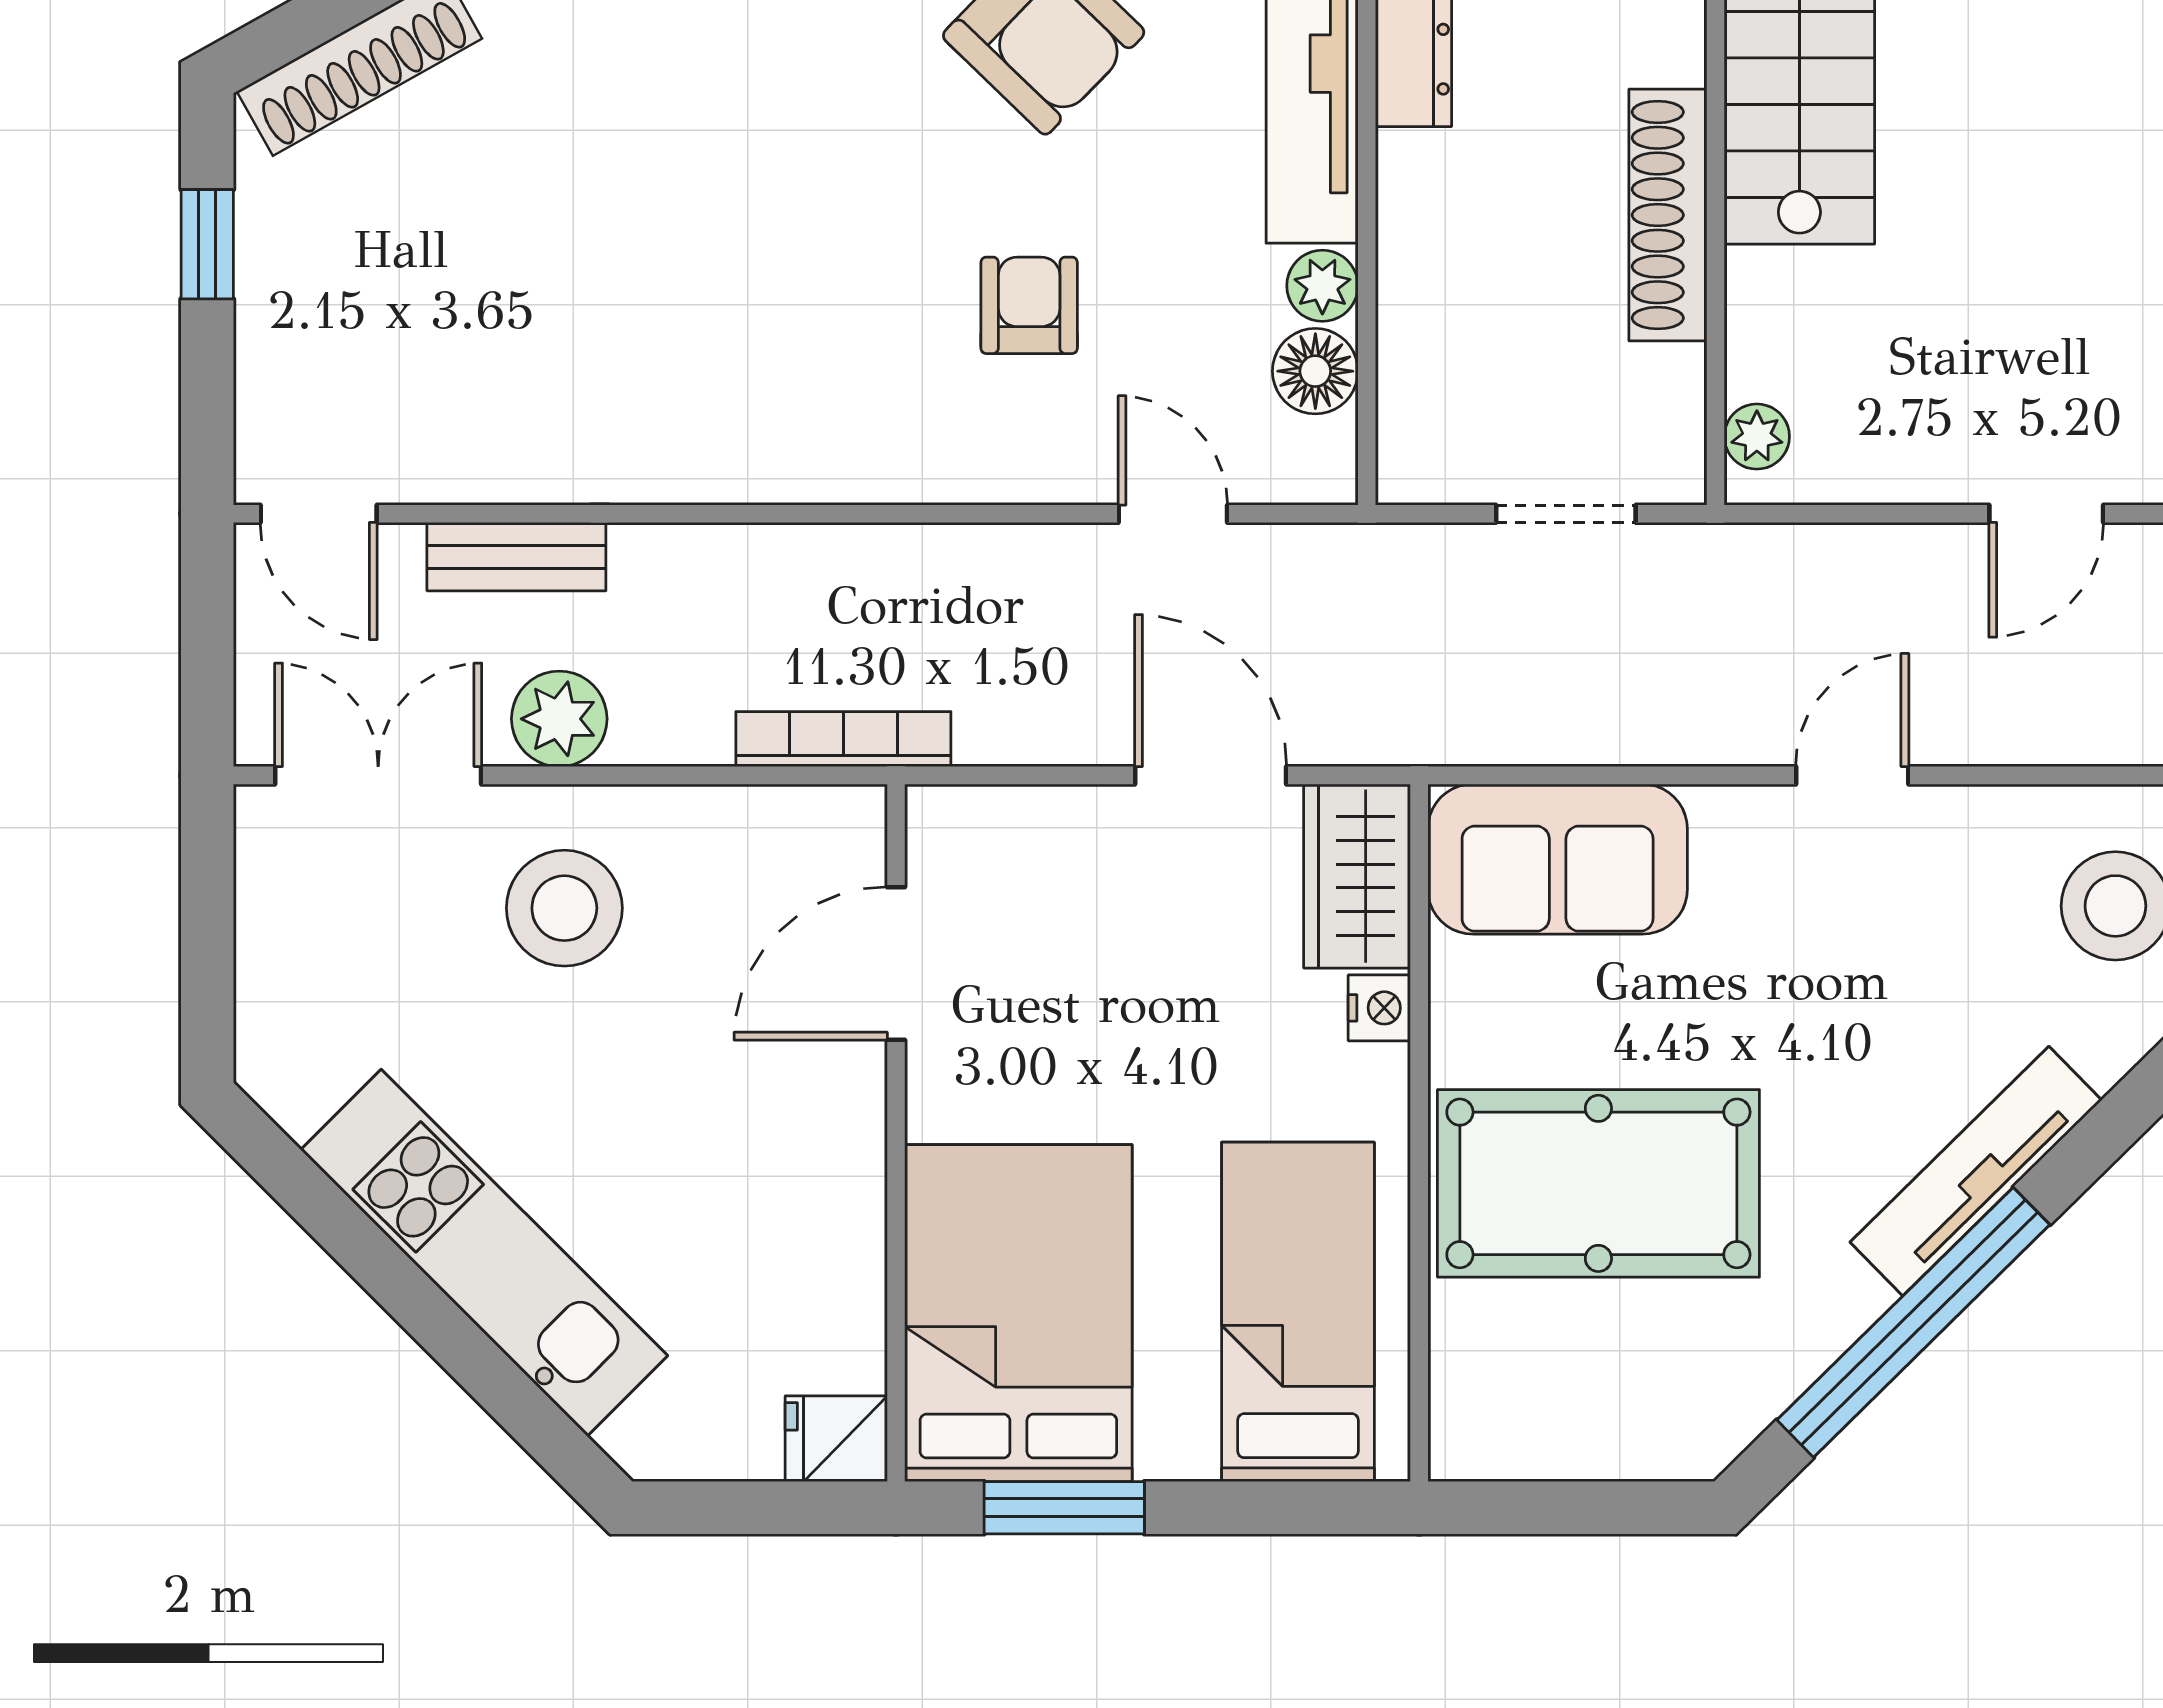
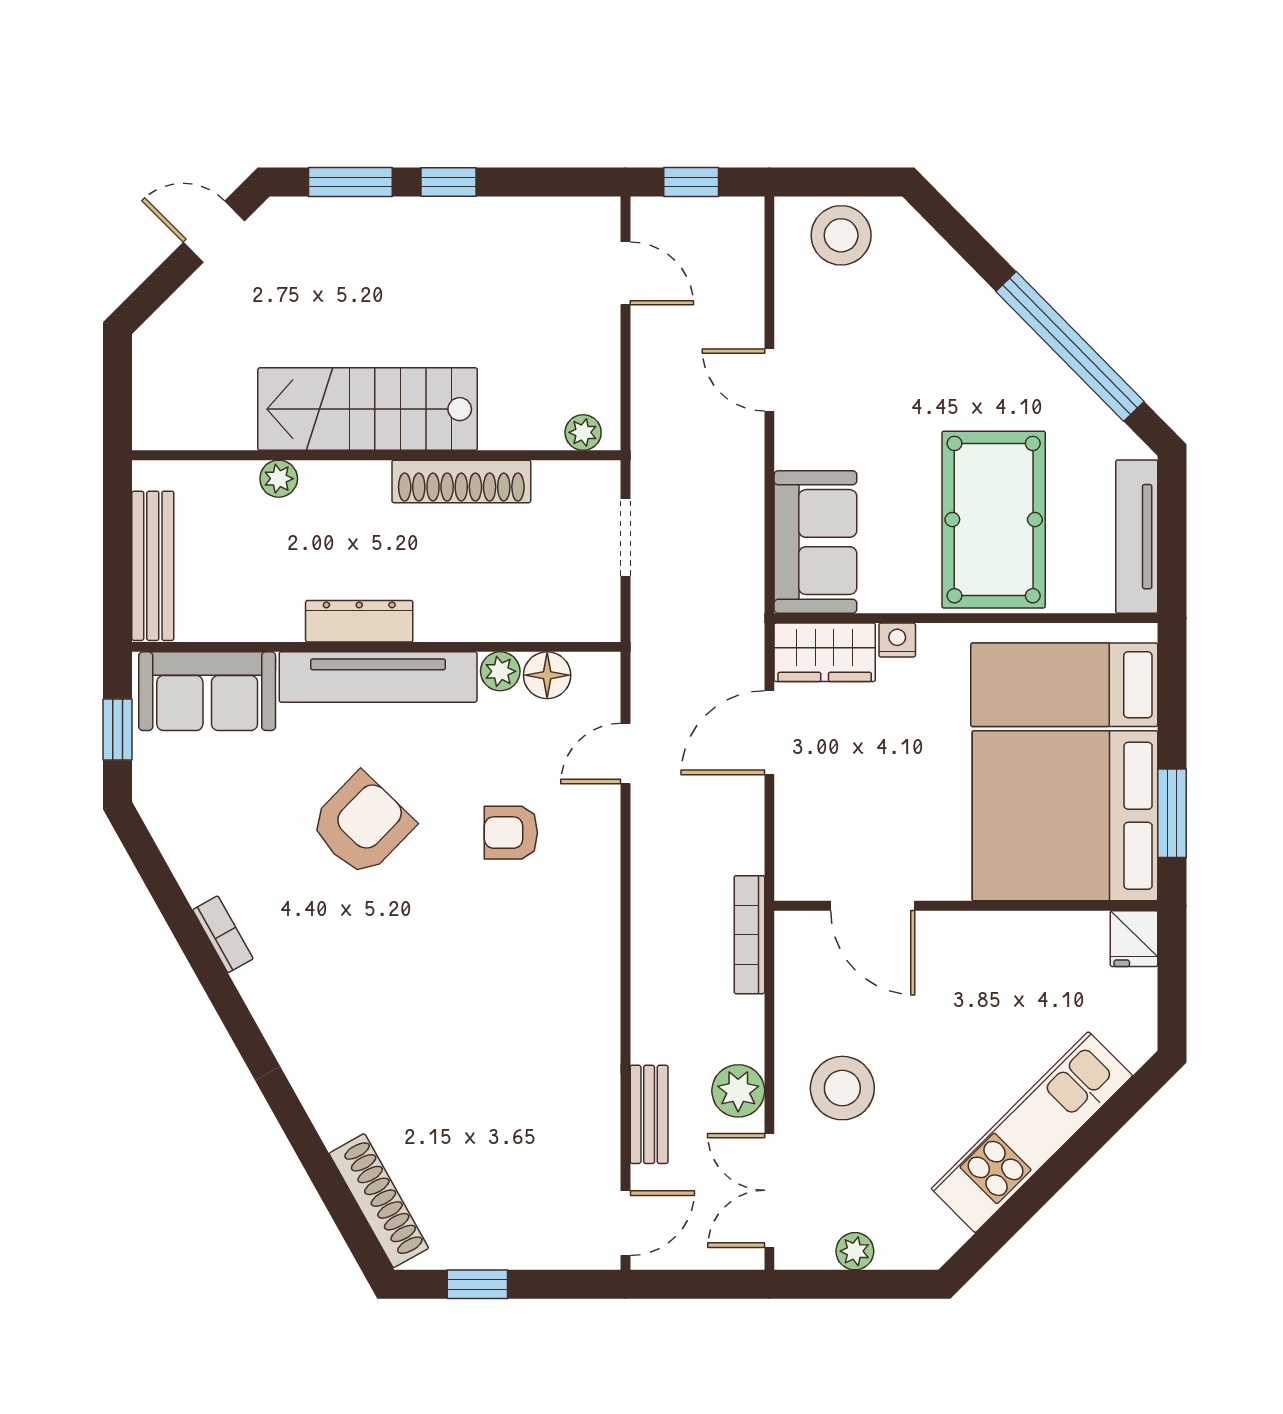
plant: (268, 931) -> (855, 1251), added
tv unit: (1976, 1171) -> (1137, 537), moved, turned 45
bed: (1018, 1313) -> (1065, 816), width x1.36

